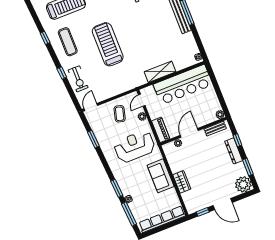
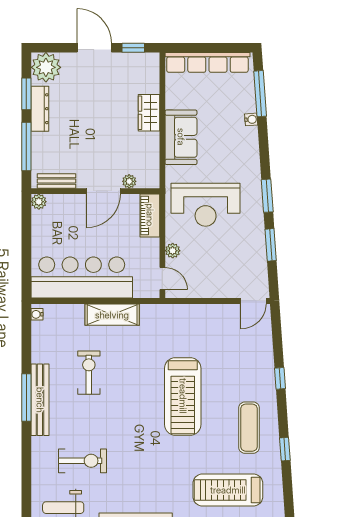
exercise bike: (78, 79) -> (89, 373), moved
door: (142, 100) -> (162, 279), hinge flipped
coffee table: (120, 114) -> (209, 270), removed
window: (237, 140) -> (26, 146), width x2.17
dresser: (234, 151) -> (40, 109), moved
window: (117, 188) -> (267, 196), moved

